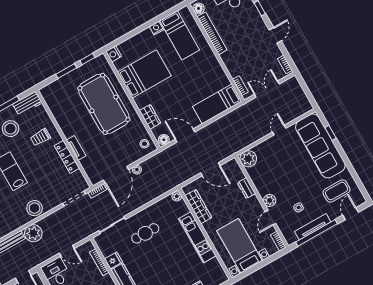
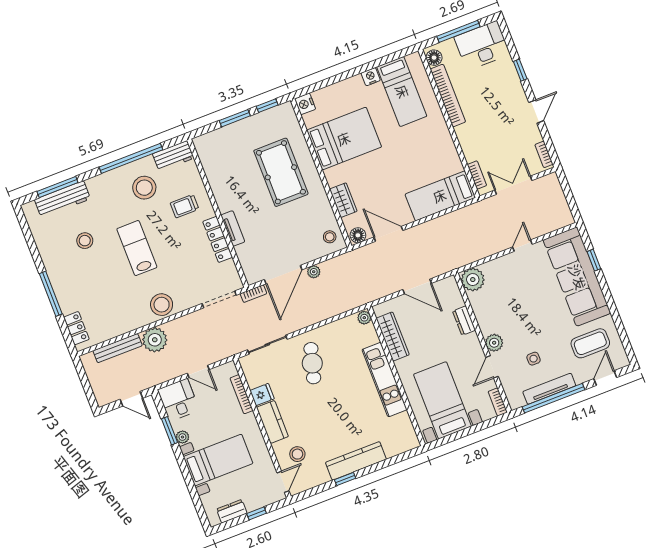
pool table: (104, 104) -> (281, 172), width x0.73, depth x0.76
cafe table: (145, 233) -> (312, 363), turned -74

